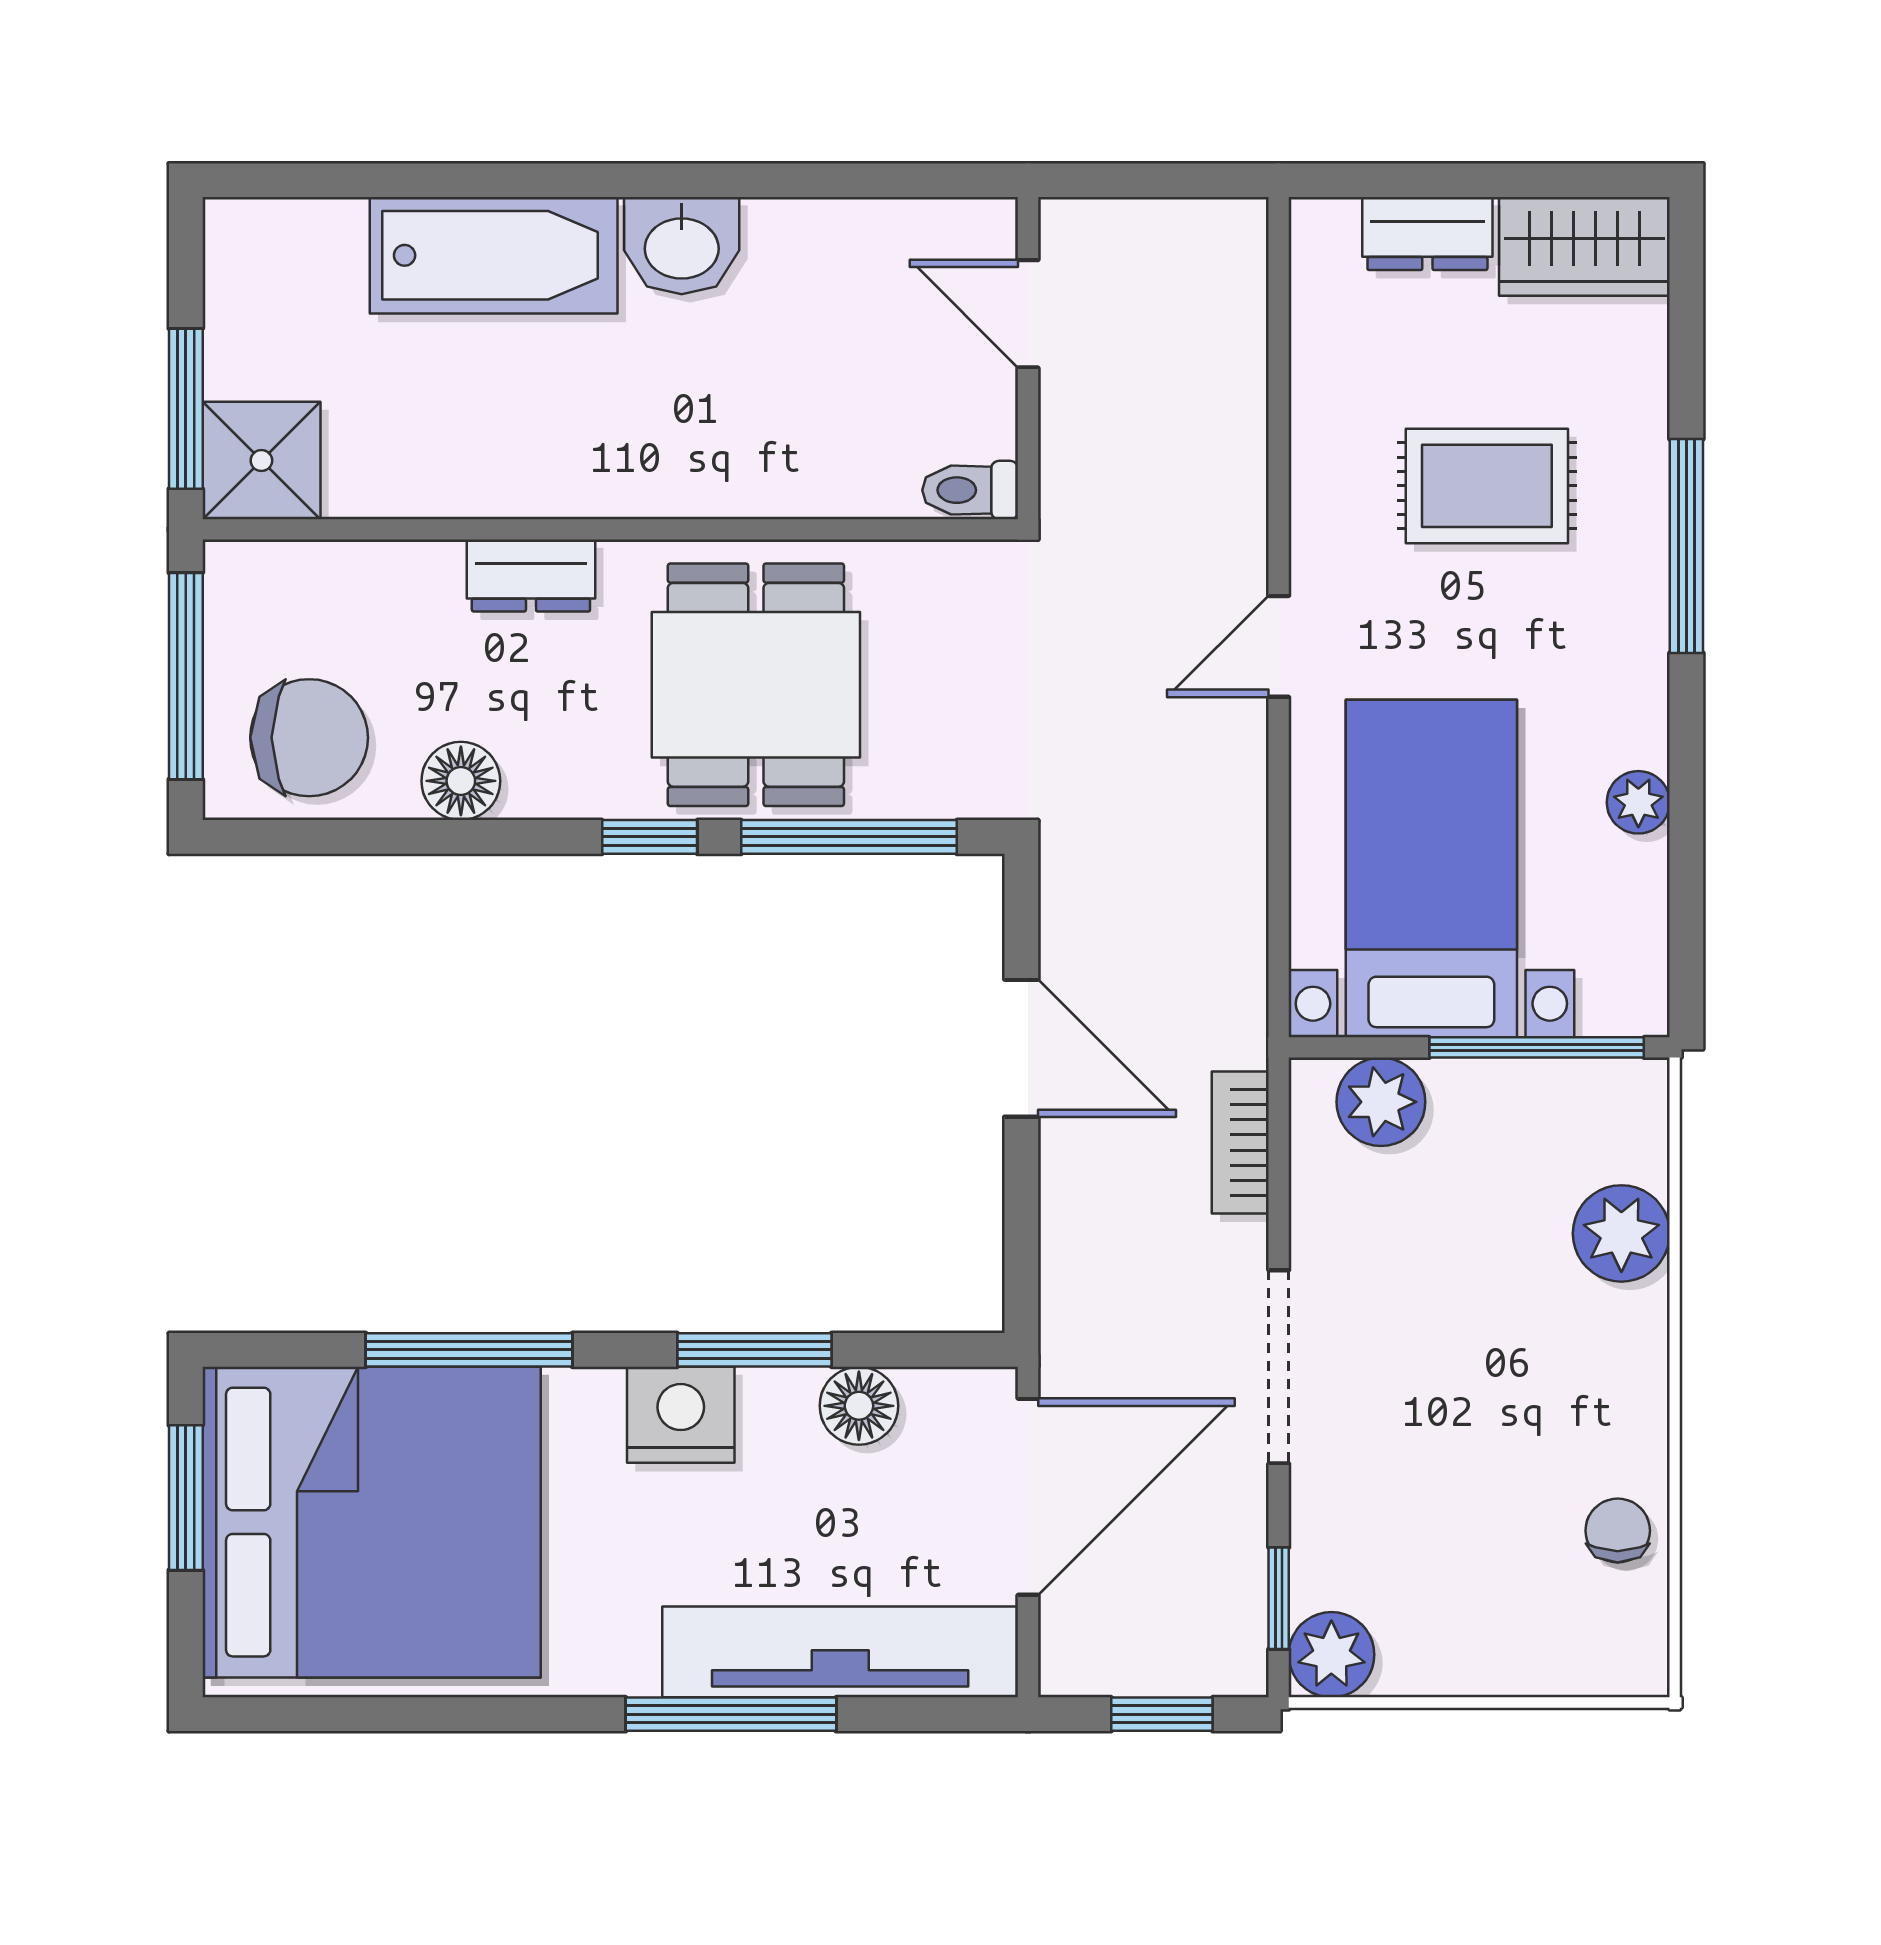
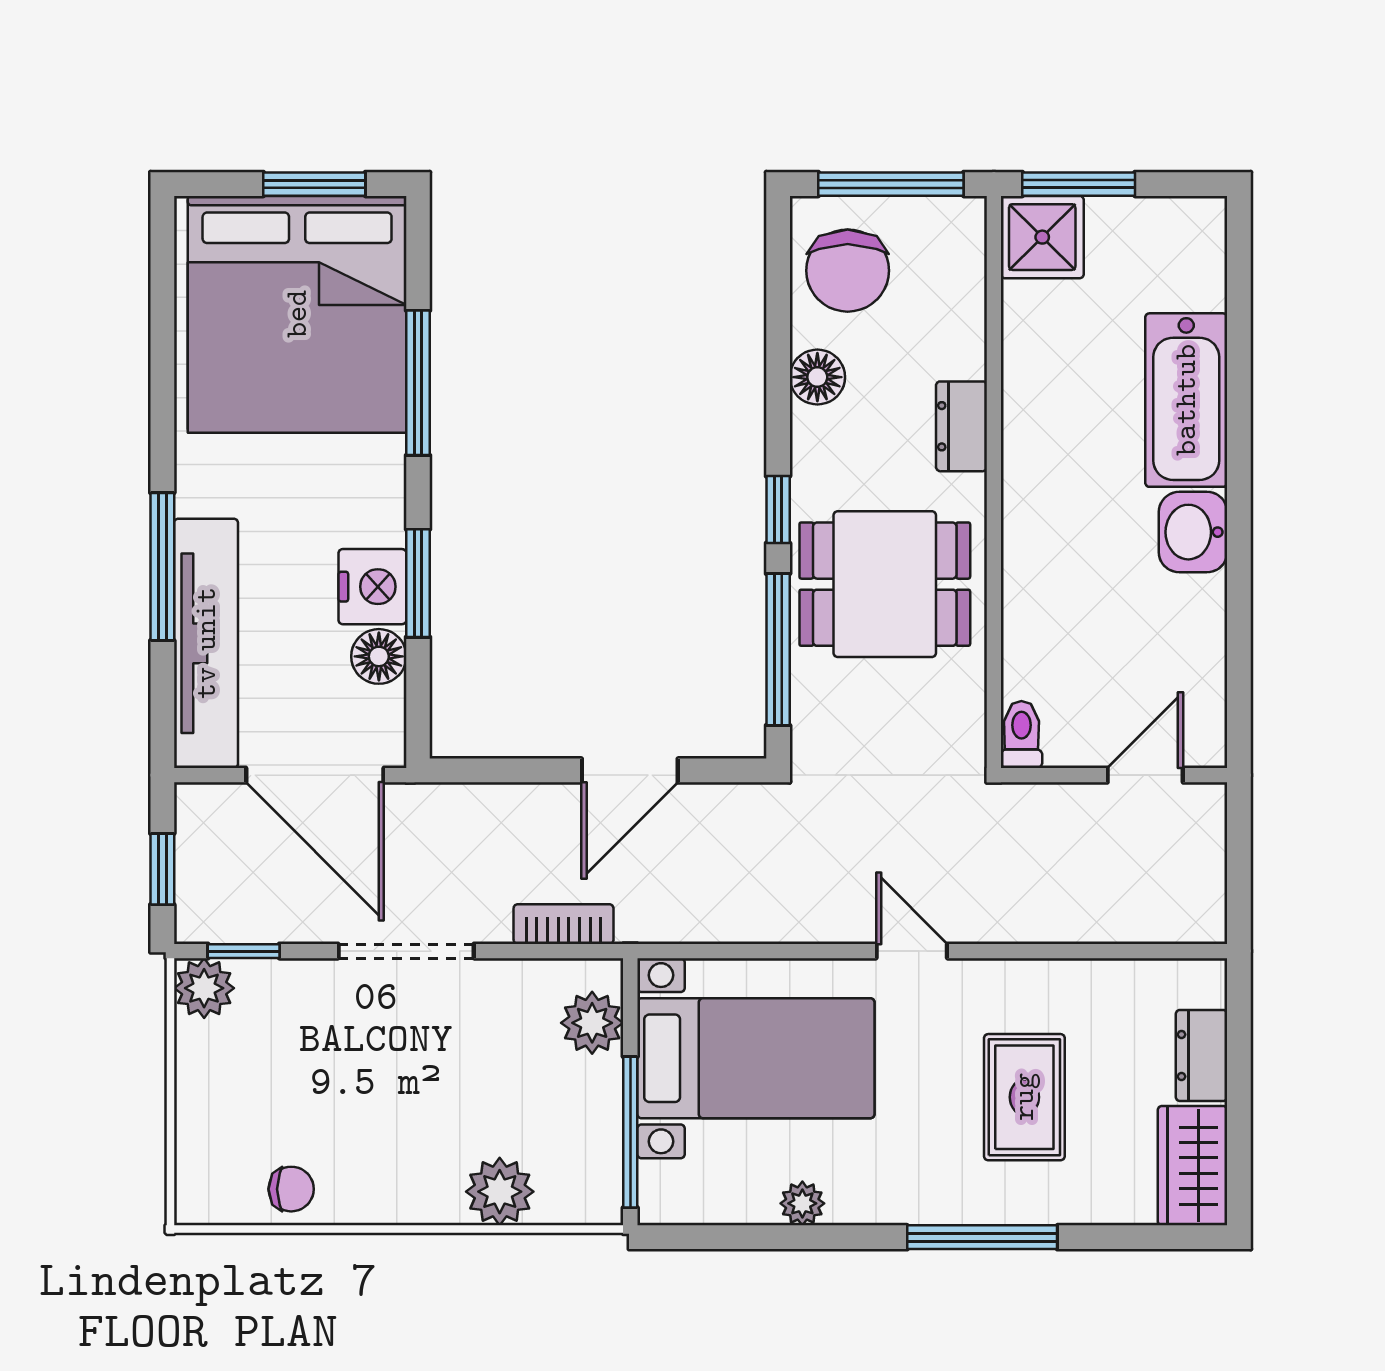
nightstand: (681, 1415) -> (372, 587), moved

